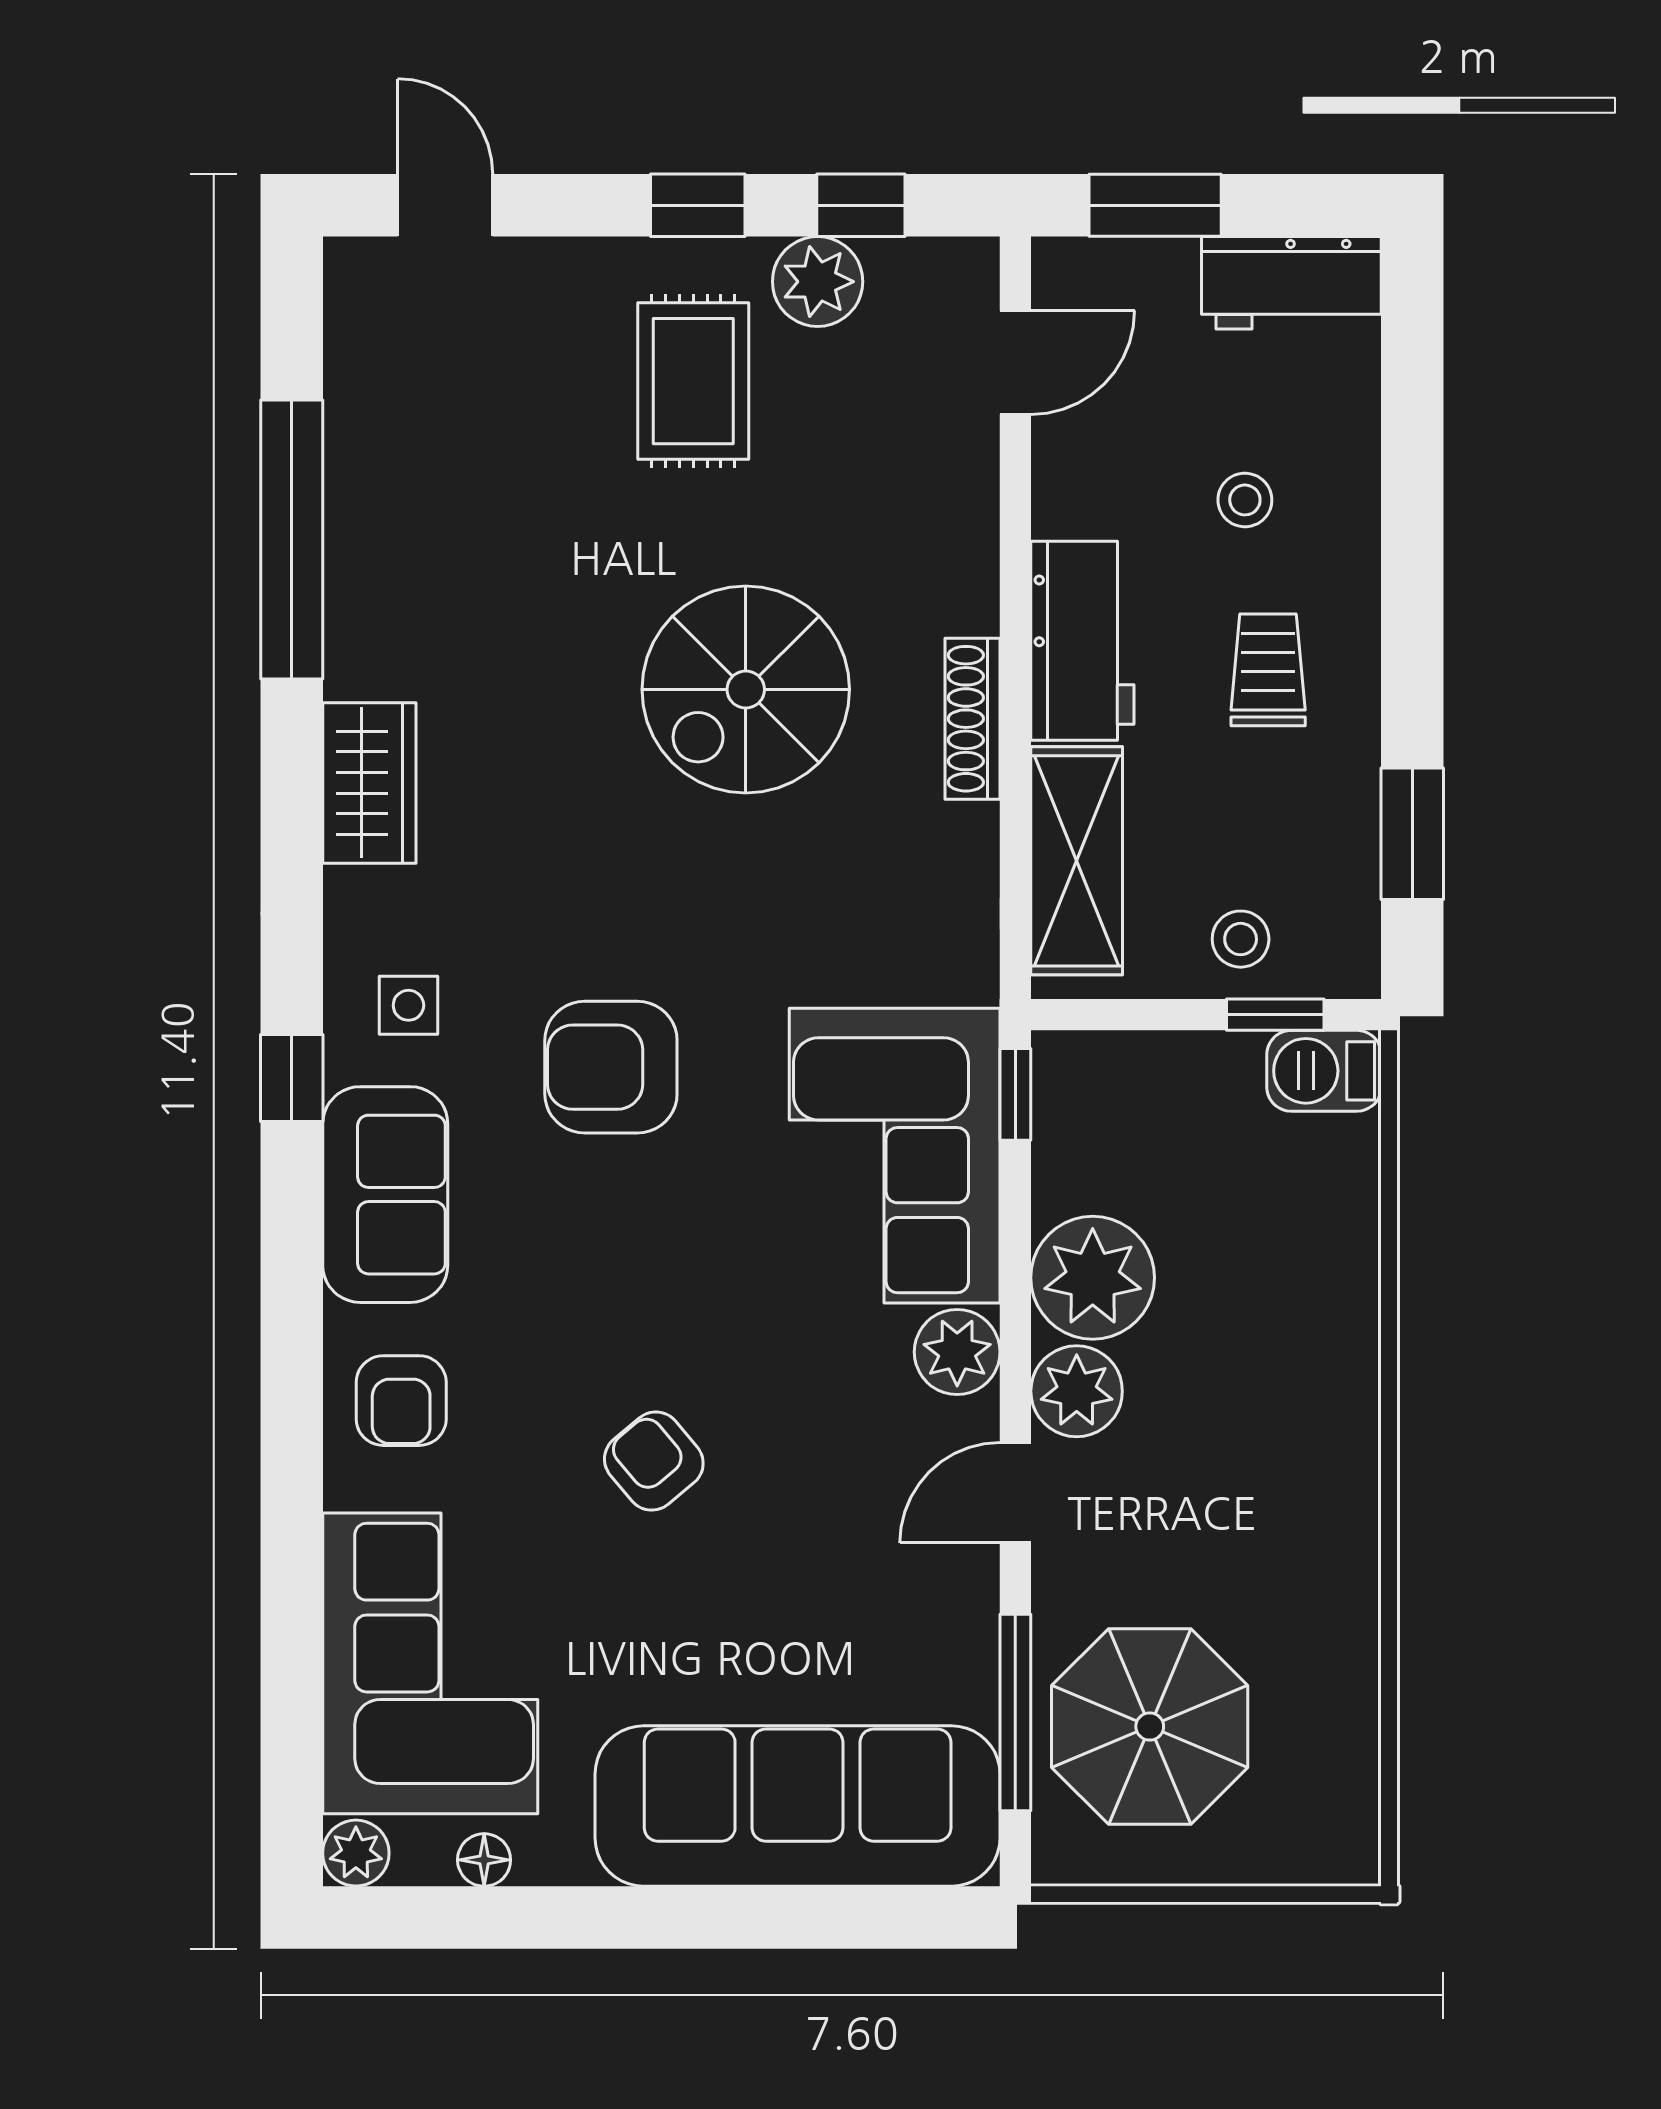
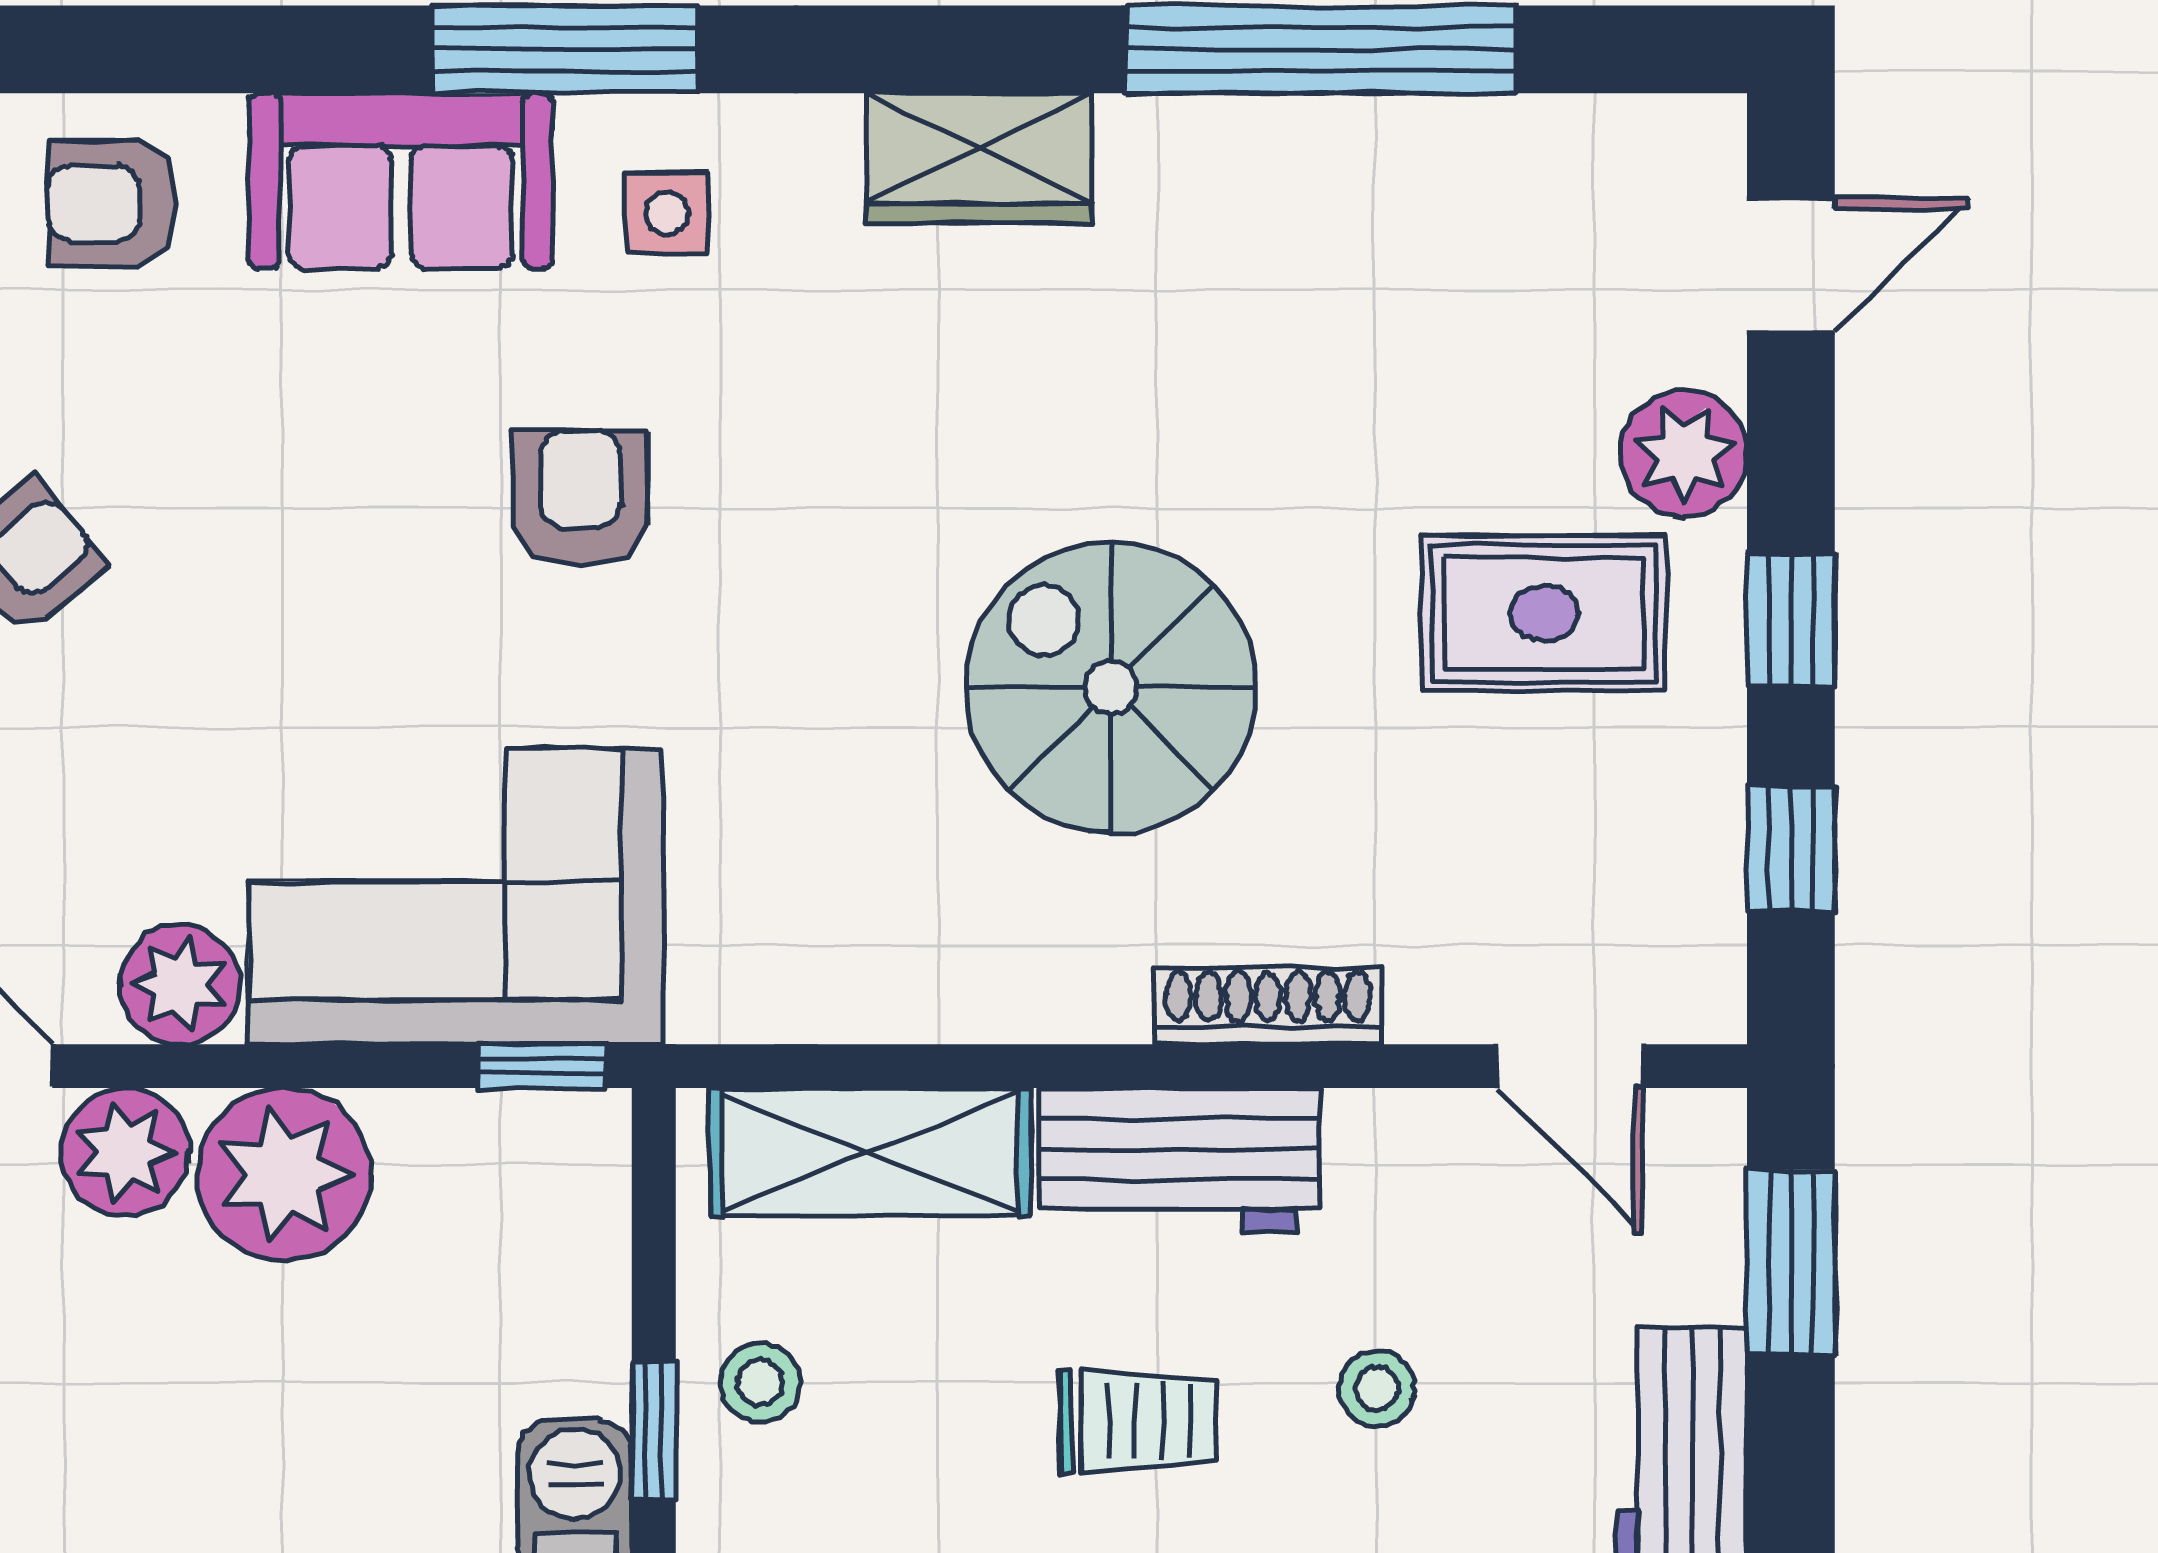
plant: (818, 282) -> (1684, 454), moved
shoe rack: (972, 719) -> (1268, 1006), moved
armchair: (611, 1067) -> (580, 498), width x0.72, depth x0.72
window: (292, 1078) -> (565, 49), width x2.17

